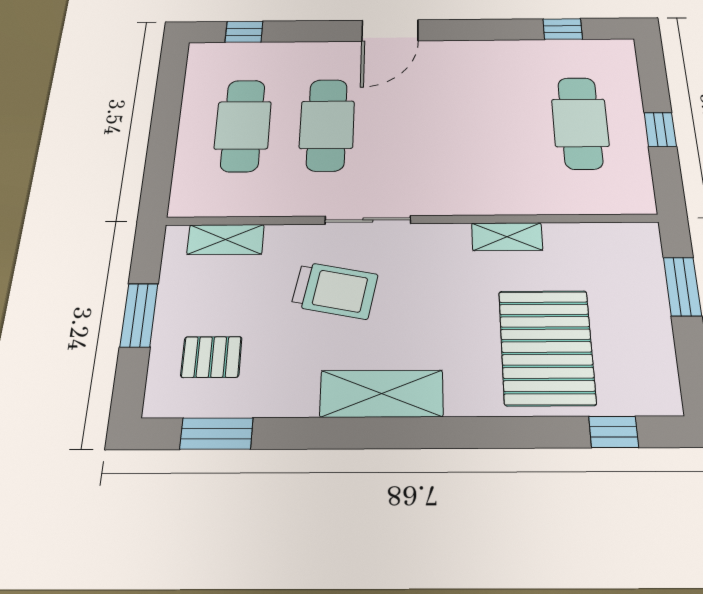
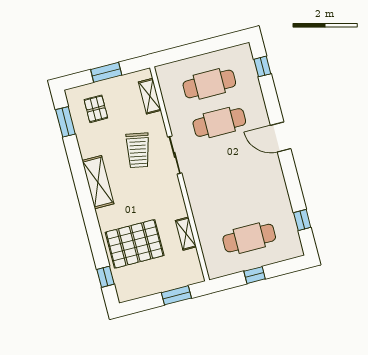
shelving: (507, 237) -> (186, 234), moved

